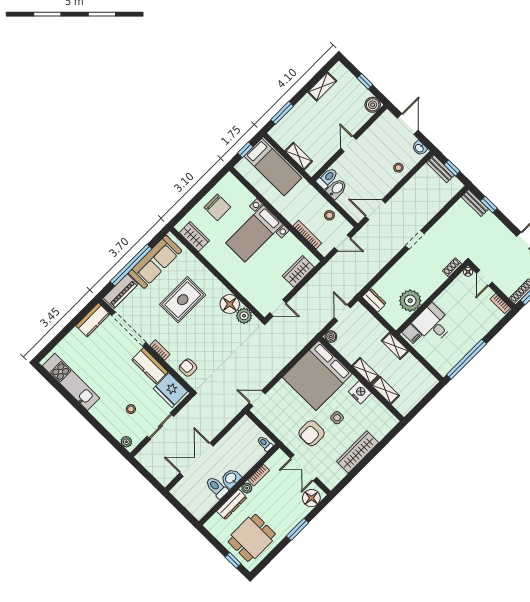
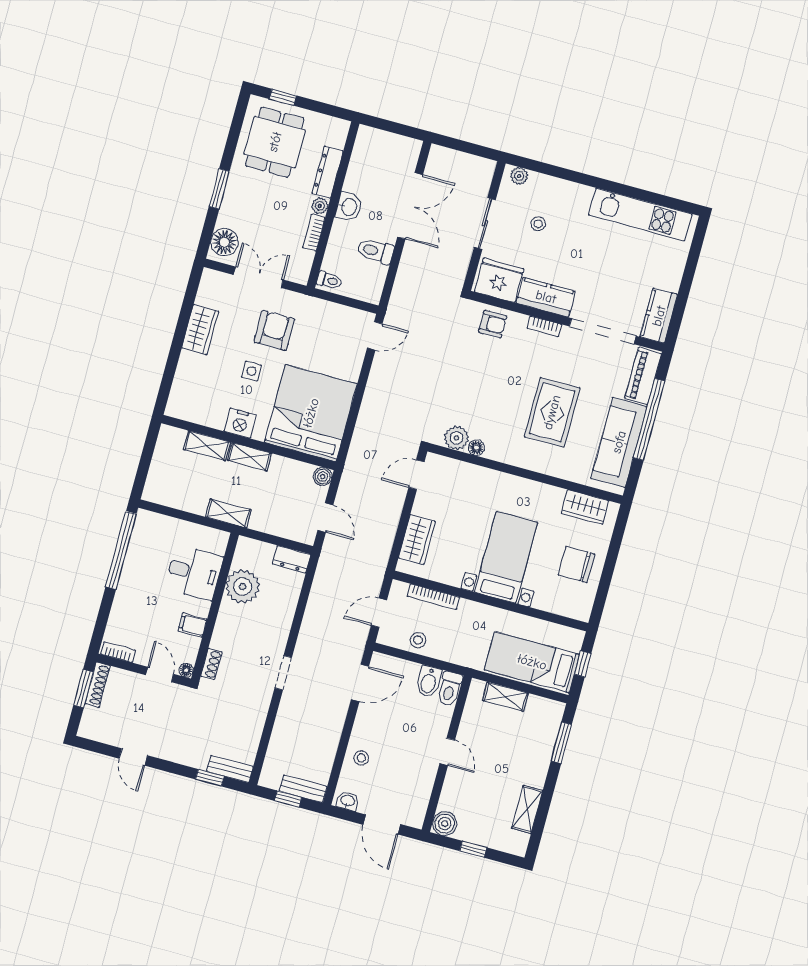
floor lamp: (230, 304) -> (476, 448), width x0.53, depth x0.53
filing cabinet: (412, 334) -> (193, 625), moved
wardrobe: (358, 452) -> (200, 330), width x0.67
toilet: (217, 487) -> (375, 251), moved, turned 180

